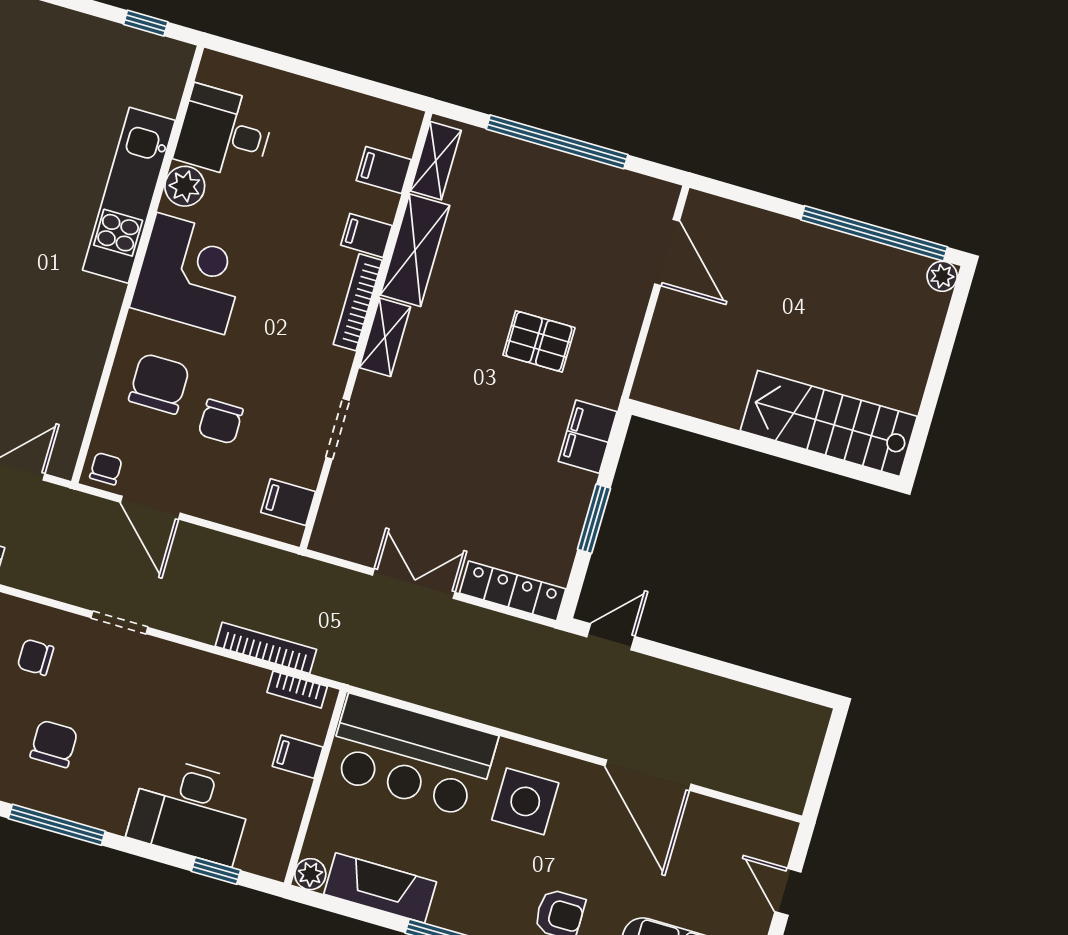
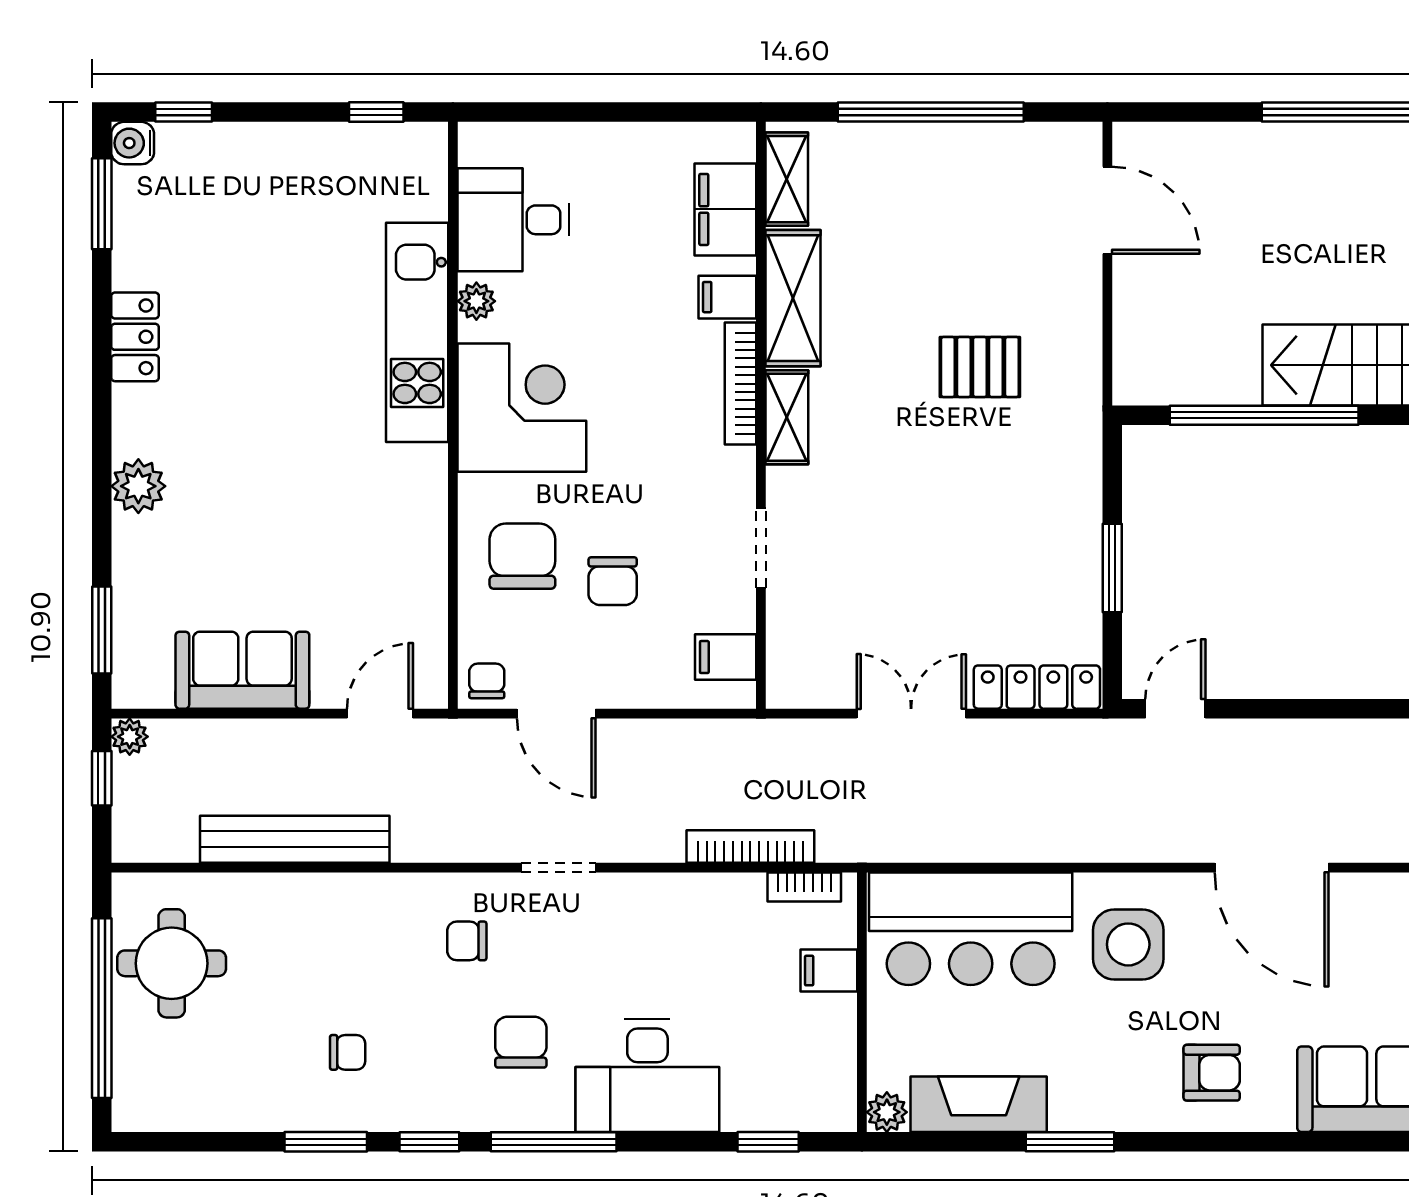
filing cabinet: (384, 170) -> (725, 209), width x2.00
plant: (185, 186) -> (476, 301), width x0.73, depth x0.73
filing cabinet: (588, 437) -> (1075, 468), removed
window: (739, 438) -> (1264, 415), added
desk: (191, 810) -> (647, 1076), moved

